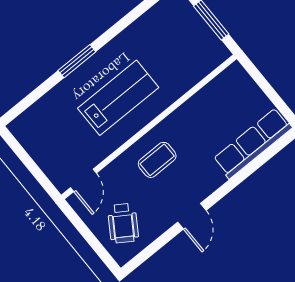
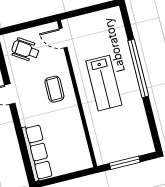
window: (77, 61) -> (138, 68), width x2.11

